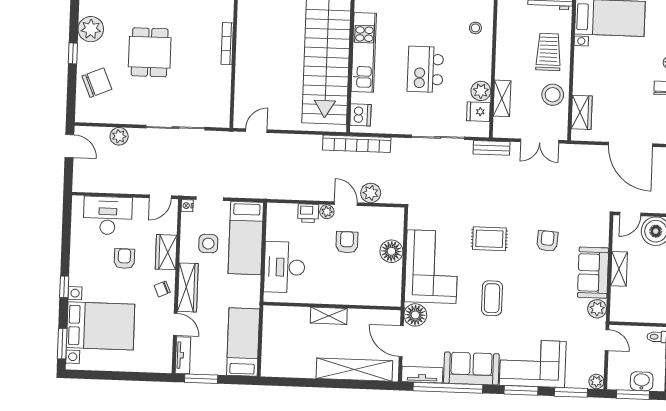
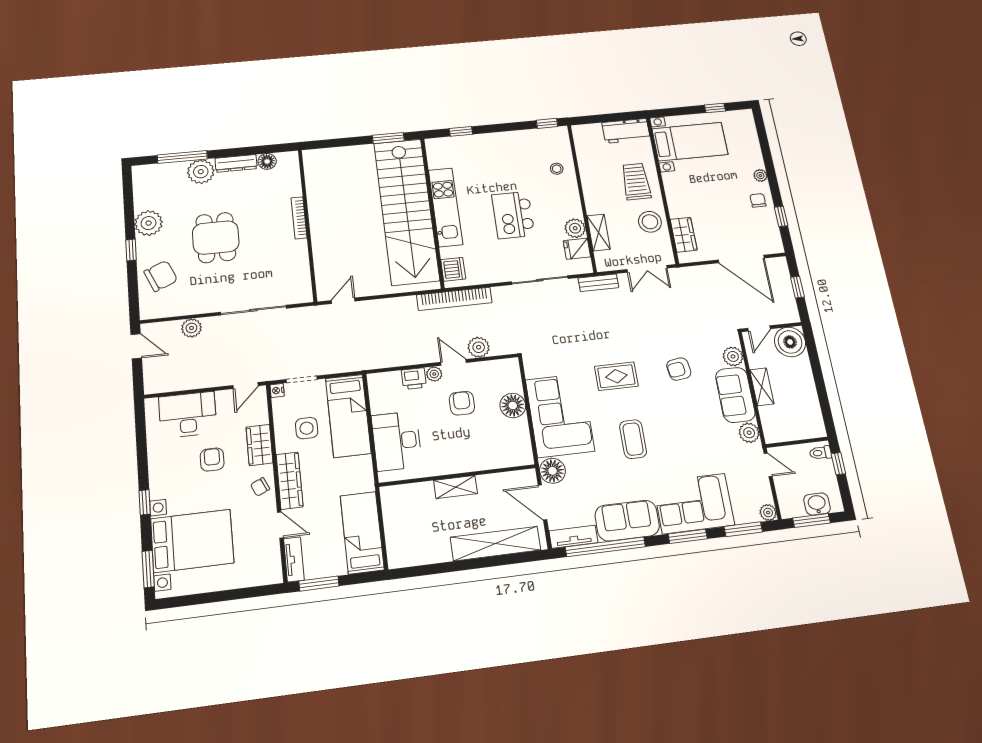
plant: (600, 237) -> (733, 356), added
armchair: (547, 241) -> (679, 369), turned -102

